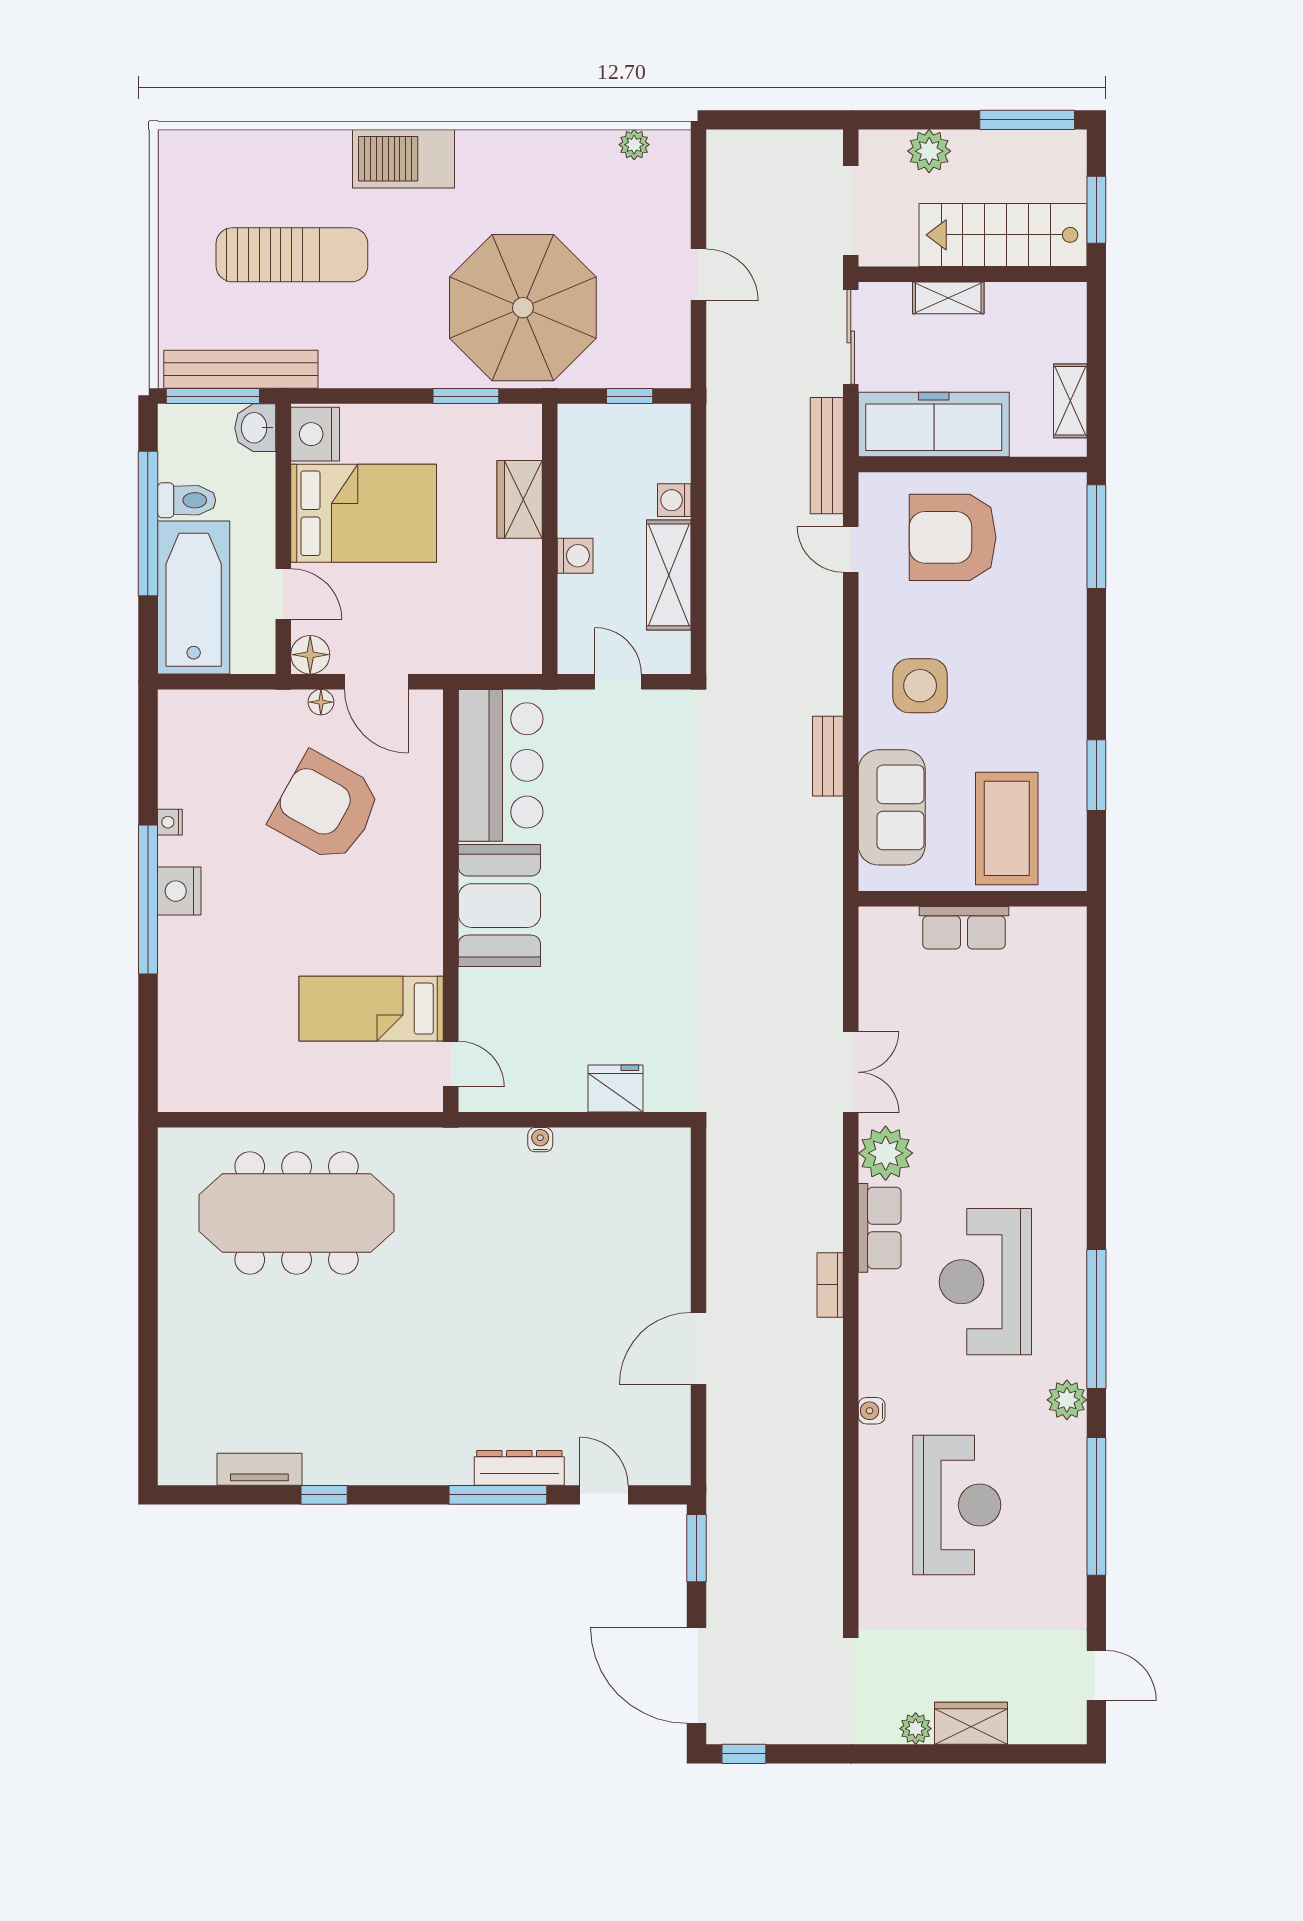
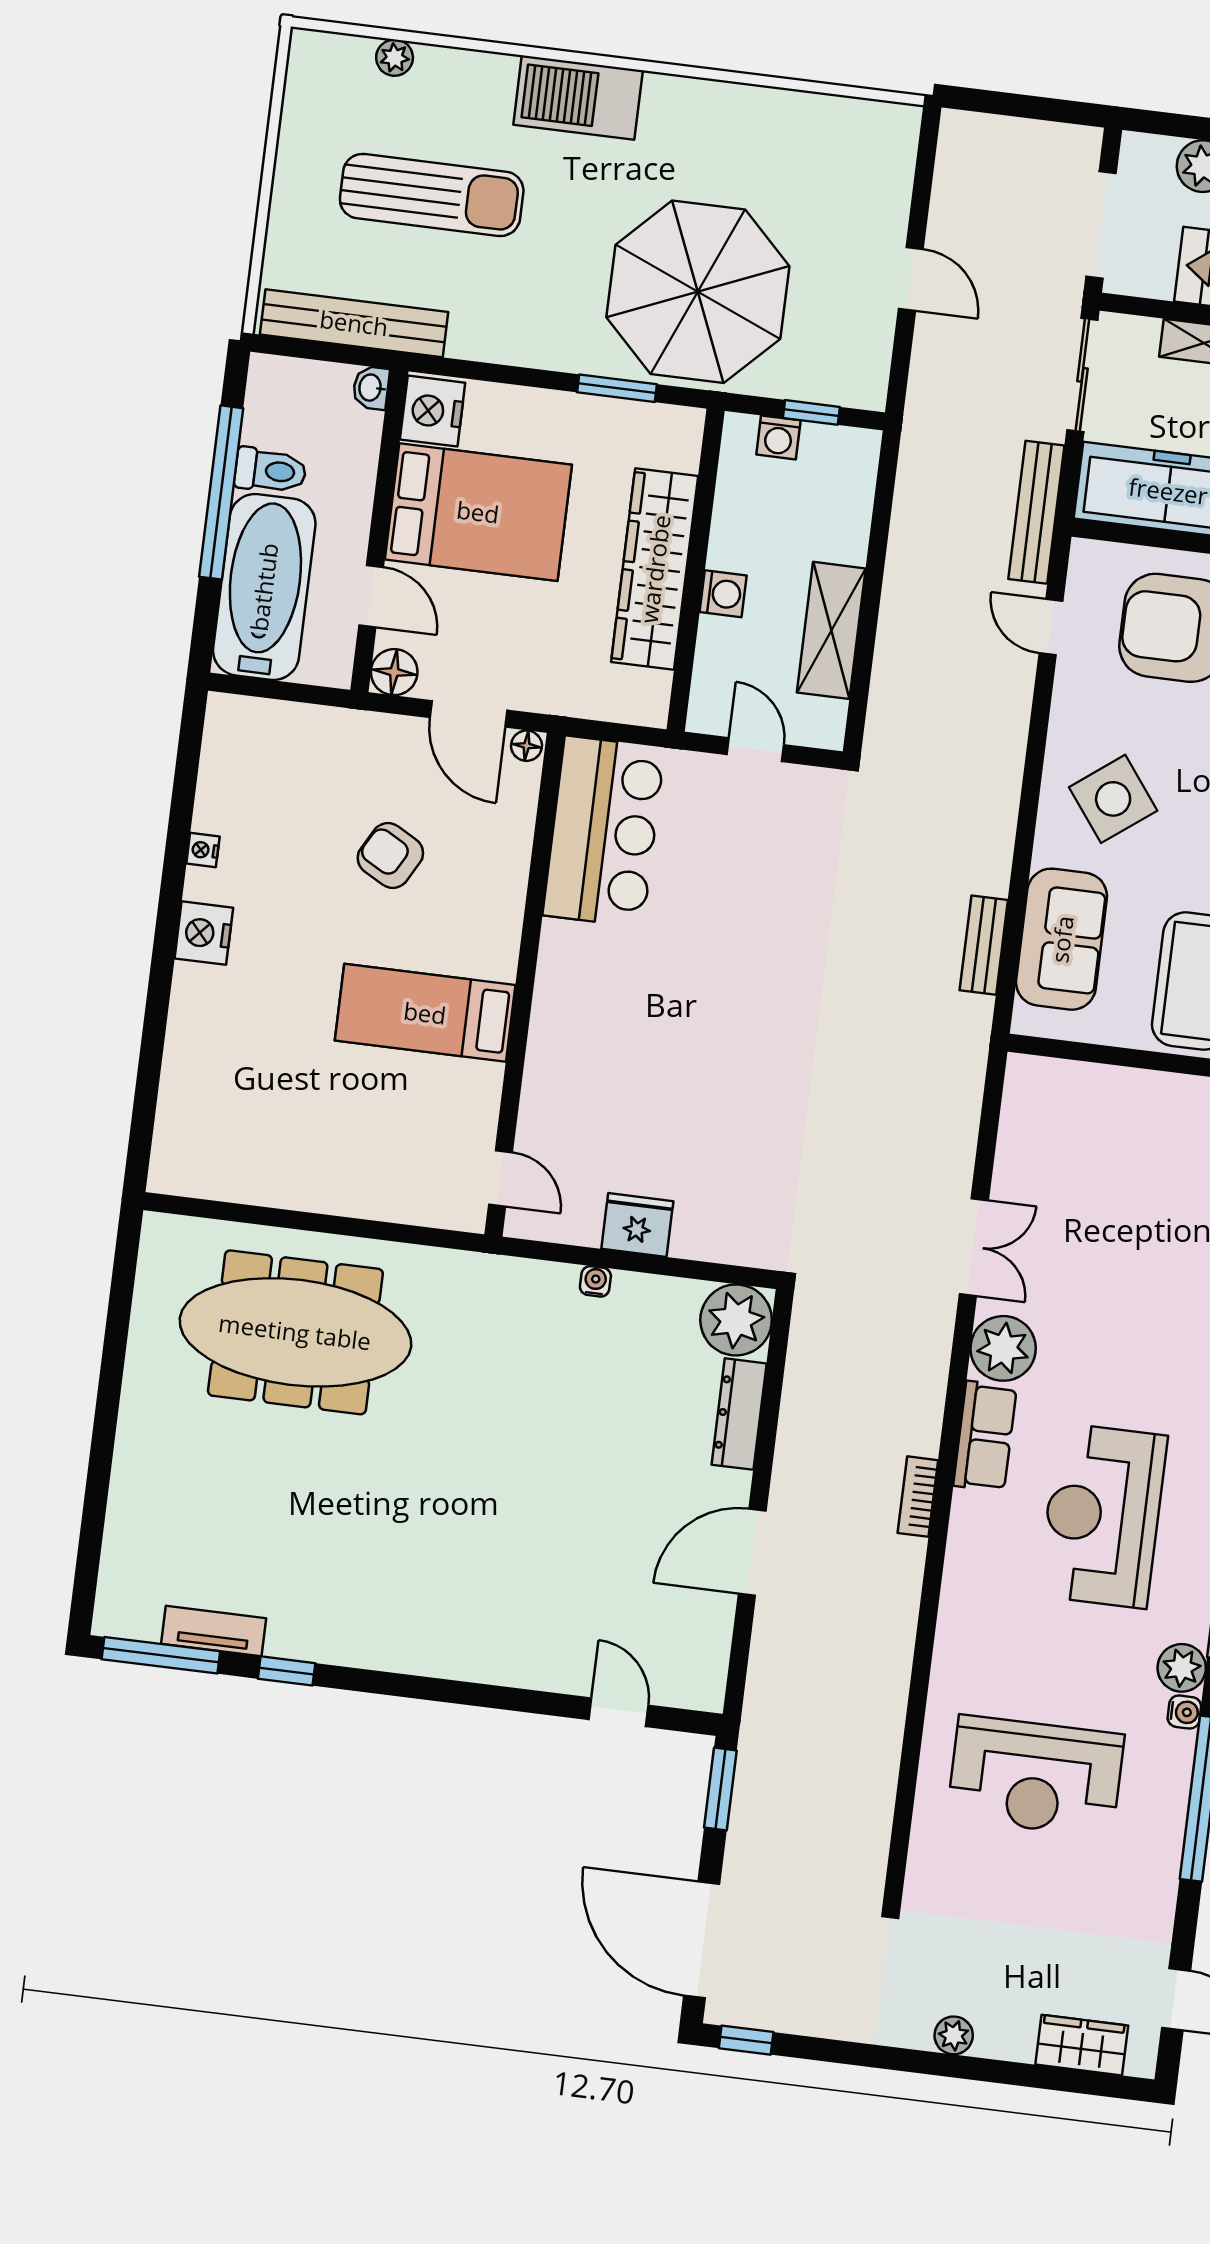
plant: (634, 145) -> (395, 58), moved
window: (213, 396) -> (317, 351), removed
washbasin: (255, 428) -> (371, 388), width x0.72, depth x0.69
wardrobe: (520, 499) -> (655, 569), width x2.10, depth x1.17
washing machine: (674, 500) -> (778, 437), moved, turned -90
side table: (920, 686) -> (1113, 799), turned -37
floor lamp: (321, 702) -> (527, 746), moved
bench: (828, 756) -> (984, 945), moved
armchair: (326, 807) -> (390, 855), width x0.53, depth x0.53
window: (148, 900) -> (166, 939), removed
booth: (499, 906) -> (582, 998), removed
row of seats: (964, 928) -> (1129, 1093), removed
bed: (371, 1009) -> (425, 1013), moved
fridge: (616, 1089) -> (637, 1225), moved
plant: (661, 1157) -> (736, 1320), added
water cooler: (872, 1411) -> (1184, 1712), moved, turned 180
dresser: (519, 1468) -> (739, 1414), moved, turned -90
window: (498, 1495) -> (161, 1655), moved
reception desk: (957, 1505) -> (1036, 1776), turned 90
wardrobe: (971, 1723) -> (1082, 2045), moved

